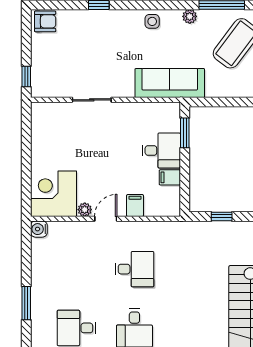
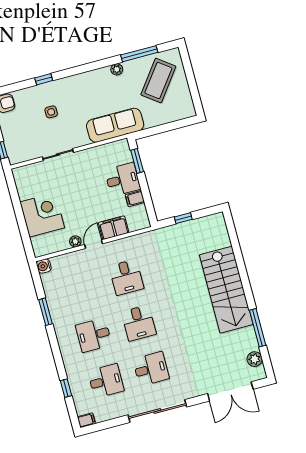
side table: (152, 21) -> (51, 112), moved
corner desk: (53, 194) -> (42, 215), moved, turned 90
filing cabinet: (135, 205) -> (114, 228), width x2.00
desk: (134, 269) -> (126, 277), turned 90
window: (26, 303) -> (45, 312), moved

